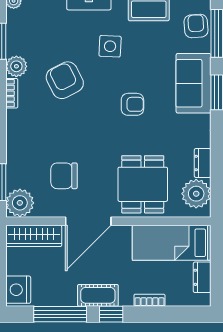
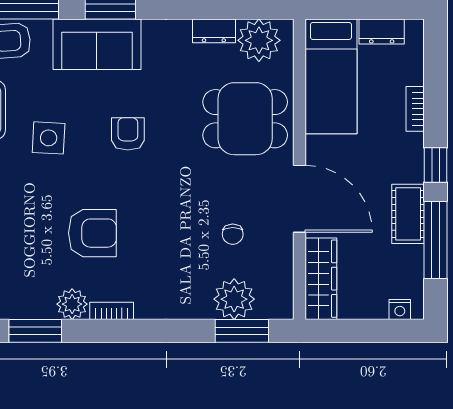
side table: (110, 46) -> (49, 138), moved
armchair: (65, 80) -> (92, 233), turned -153
chair: (64, 176) -> (233, 234), width x0.54, depth x0.54
plant: (20, 203) -> (234, 299), moved
nightstand: (18, 290) -> (400, 309), width x0.53, depth x0.56
cot: (98, 295) -> (408, 214), moved

